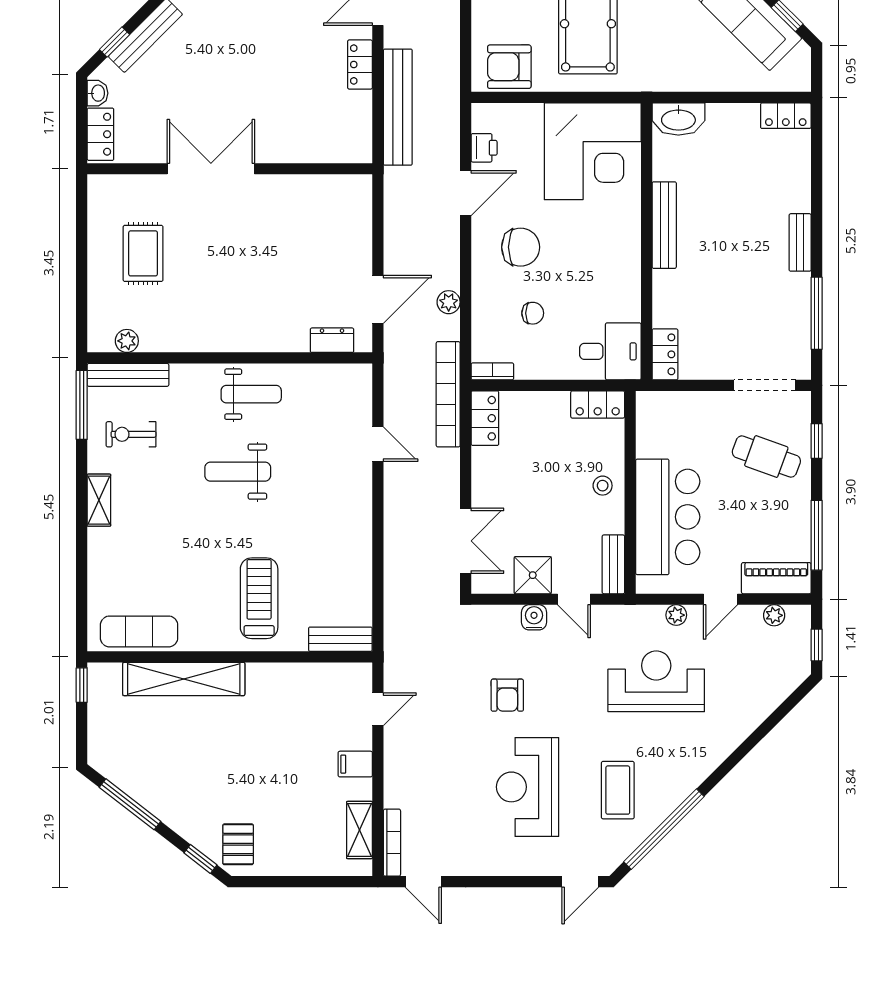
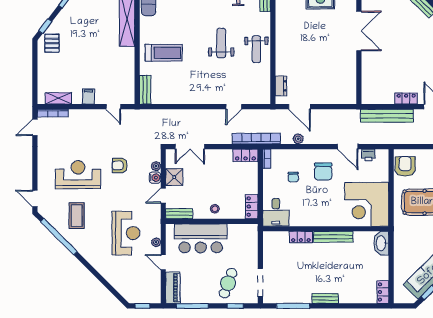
locker: (665, 354) -> (301, 237), moved
plant: (774, 615) -> (156, 166), moved
coffee table: (618, 790) -> (77, 216), turned 90
pallet: (238, 844) -> (52, 43), turned 90

